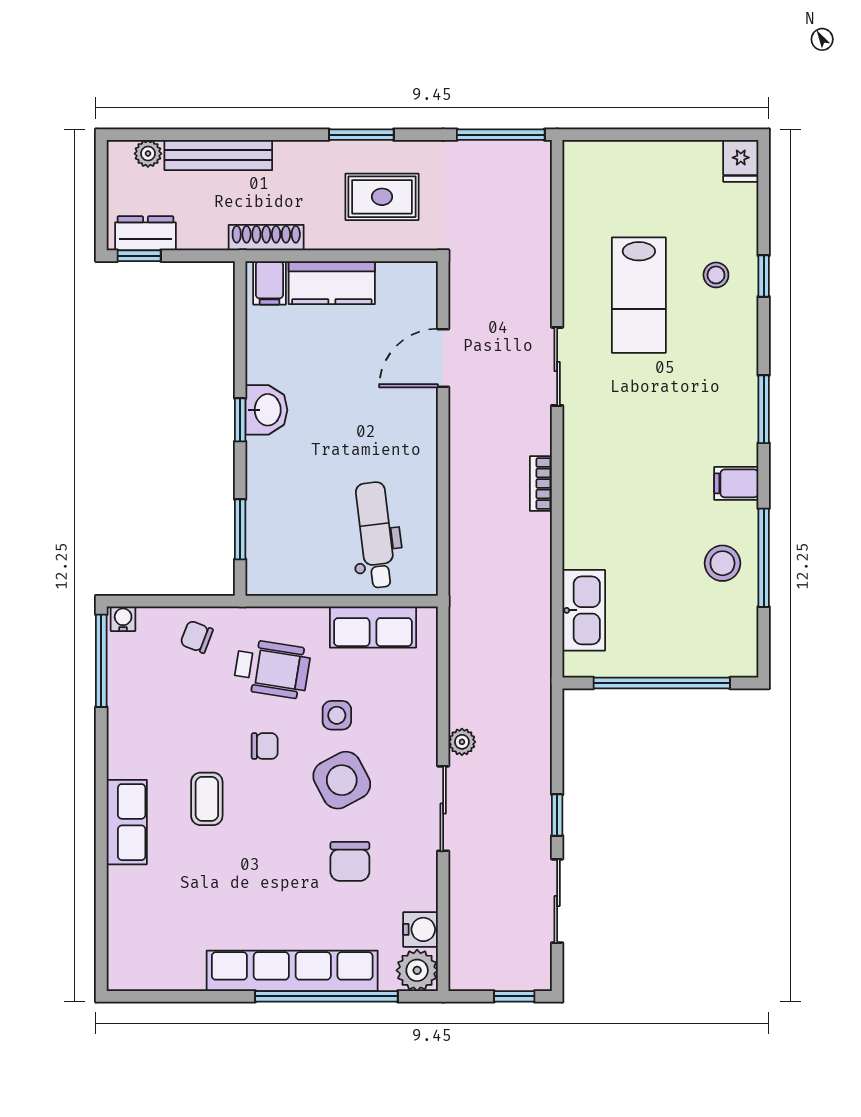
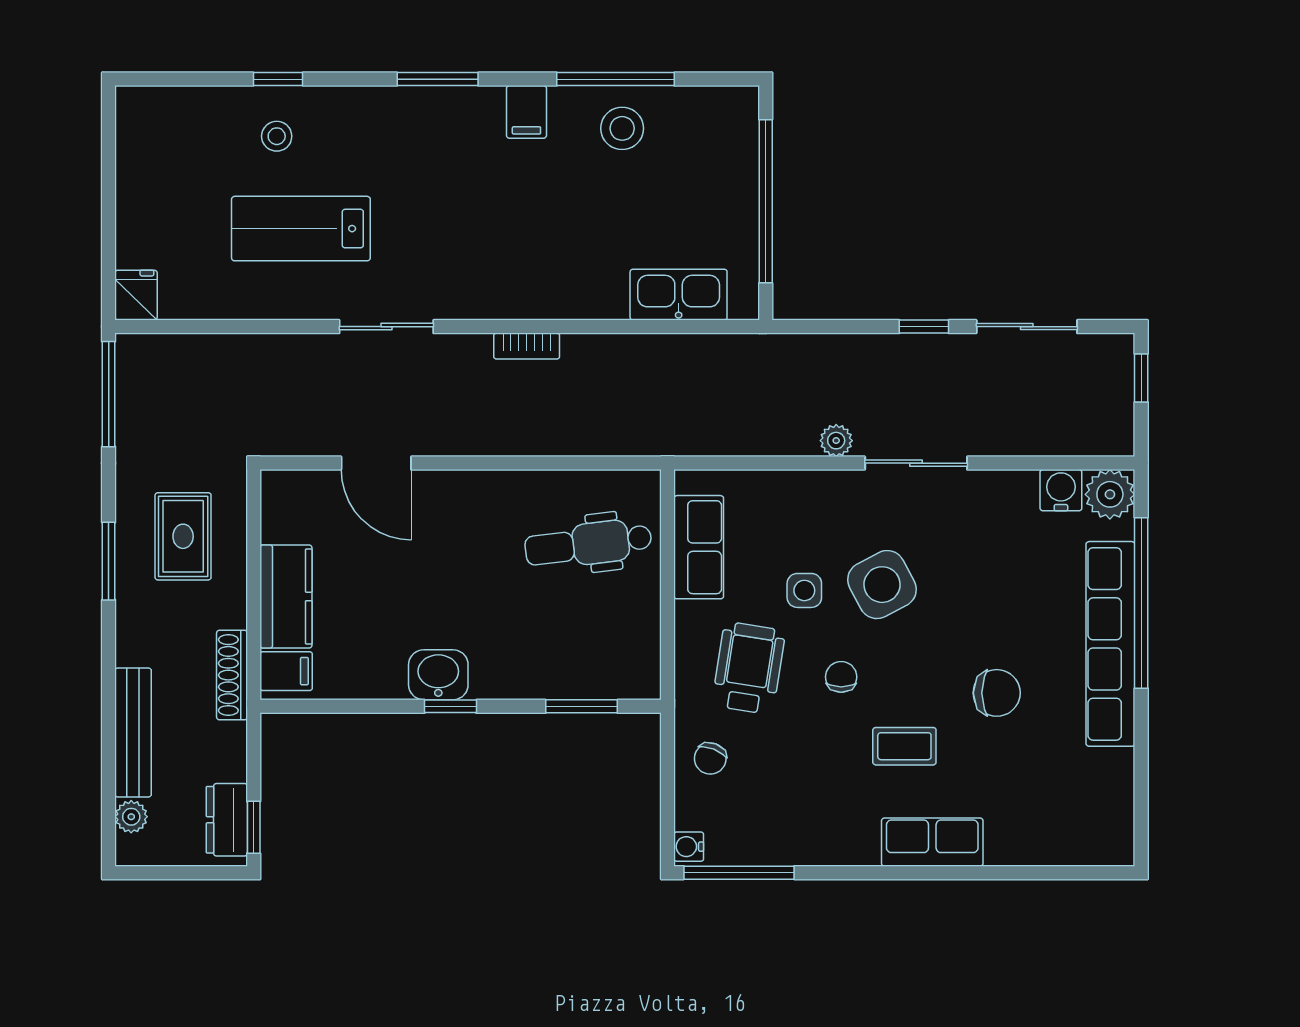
fridge: (741, 161) -> (136, 295), moved, turned -90
lab bench: (639, 295) -> (301, 229), turned 180
chair: (350, 861) -> (997, 693), moved

